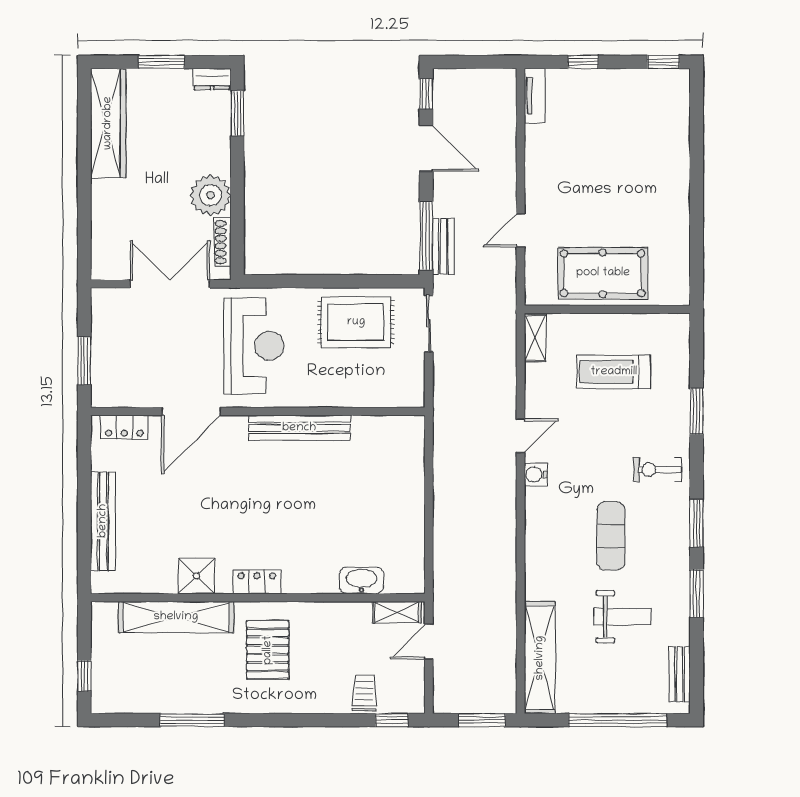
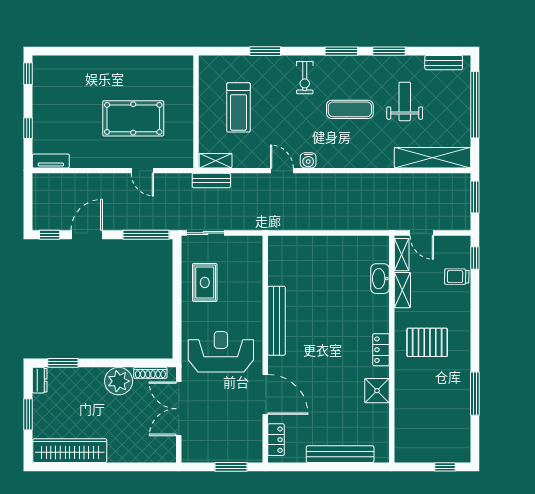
bench: (443, 246) -> (211, 181), moved
pool table: (603, 273) -> (133, 118), moved, turned 90
rug: (356, 322) -> (205, 282), width x0.73, depth x0.70
shelving: (176, 617) -> (402, 290), moved, width x0.45, depth x0.75

